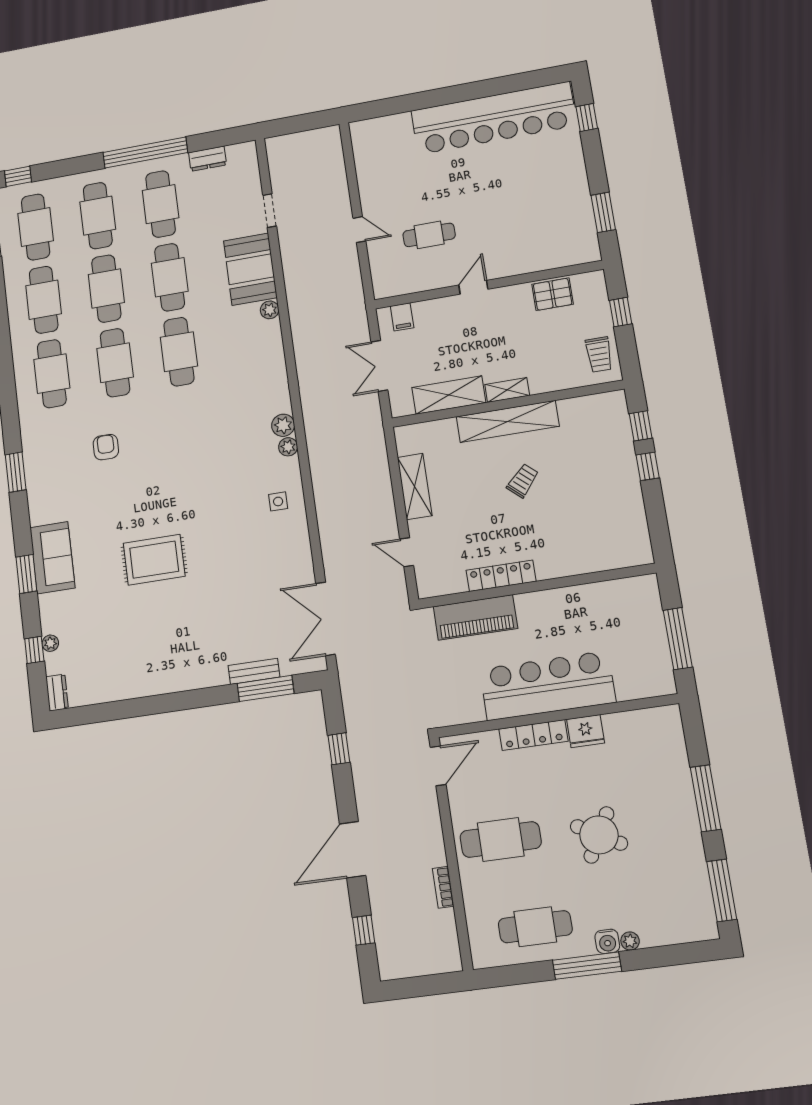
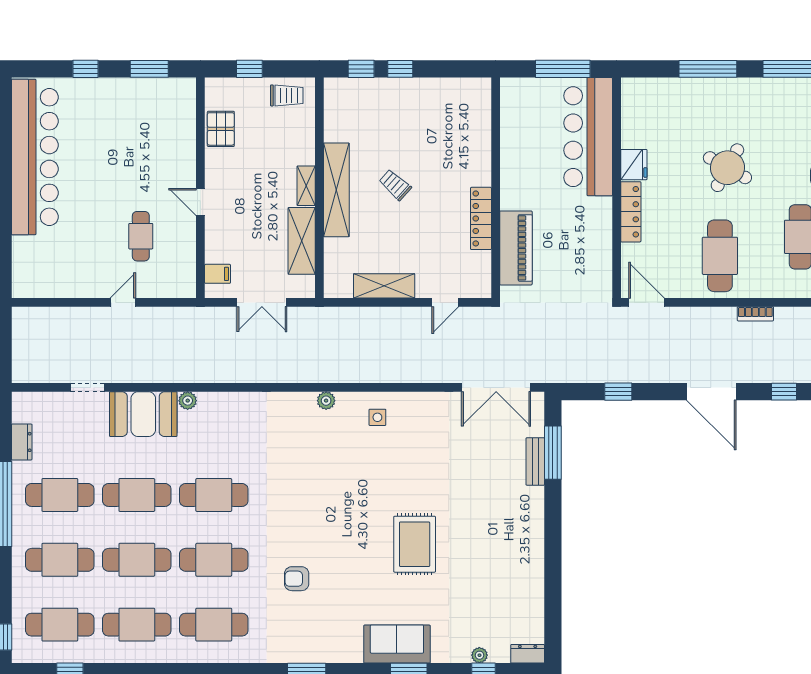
window: (587, 117) -> (85, 69), moved
plant: (283, 425) -> (304, 403), removed
bar counter: (547, 686) -> (588, 137), moved

